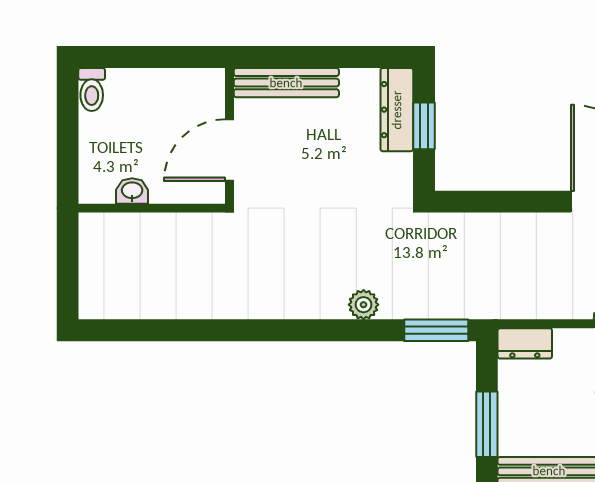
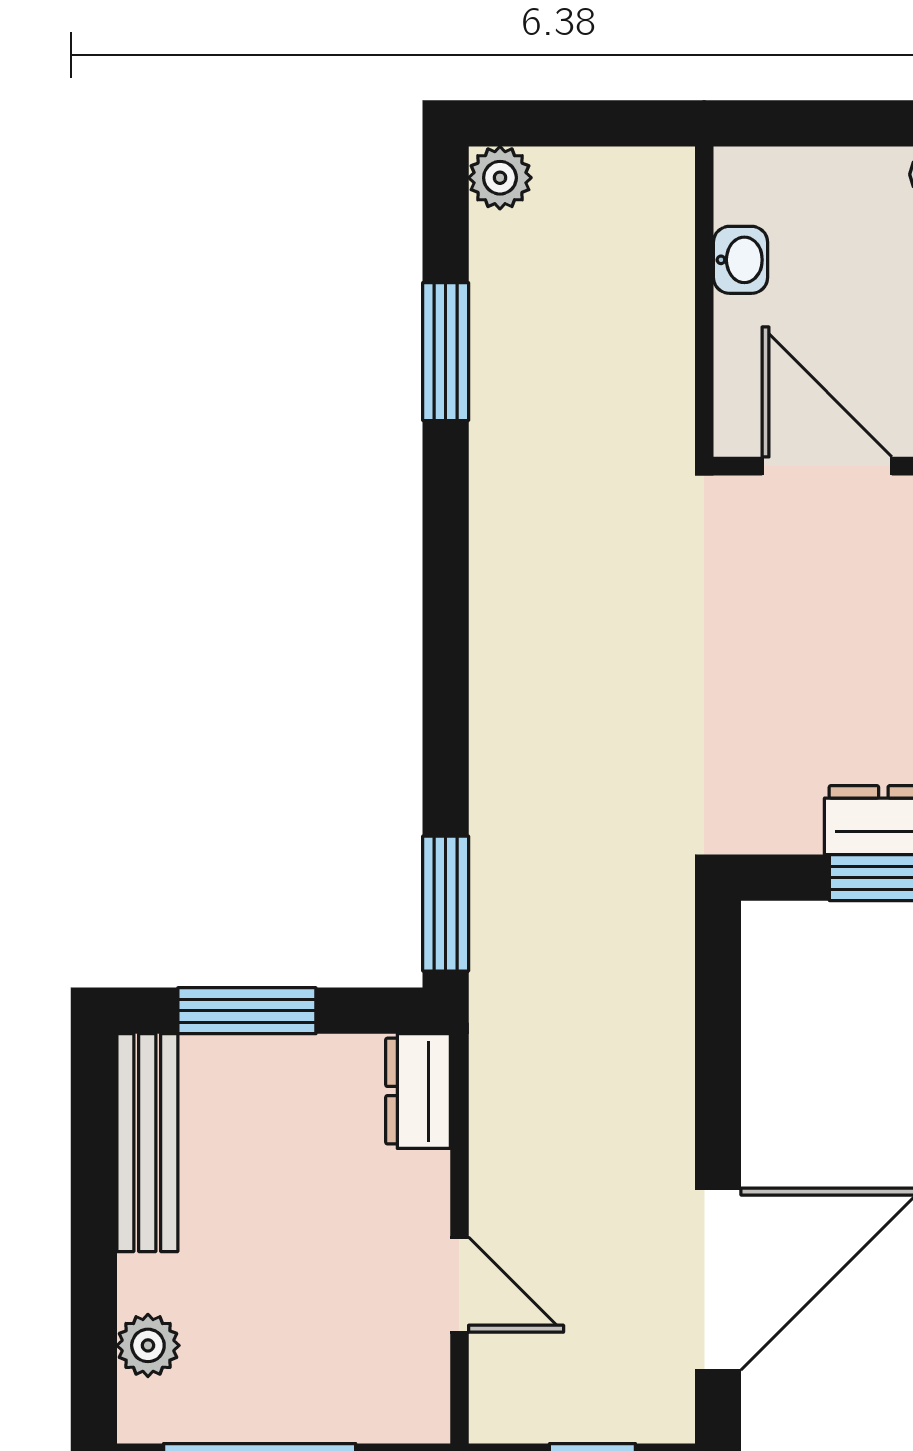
plant: (364, 305) -> (500, 178), moved
window: (175, 330) -> (446, 352), added

